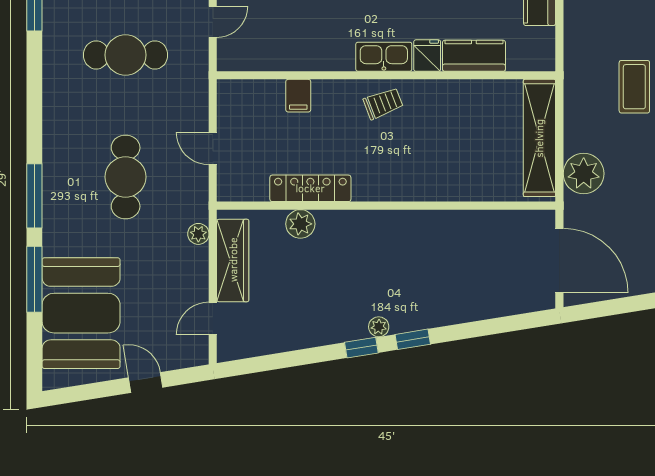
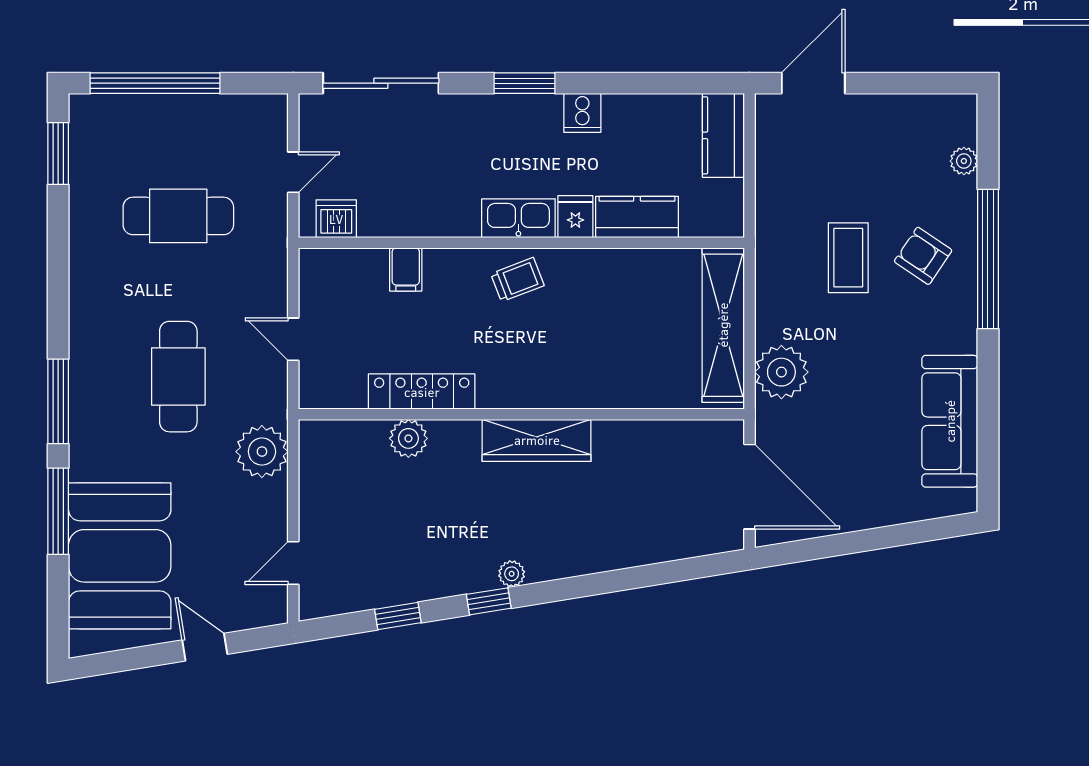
dishwasher: (246, 57) -> (336, 219), added
plant: (198, 234) -> (262, 452), width x1.87, depth x1.87
wardrobe: (233, 260) -> (537, 440), moved, turned 90
window: (413, 339) -> (398, 616), moved

